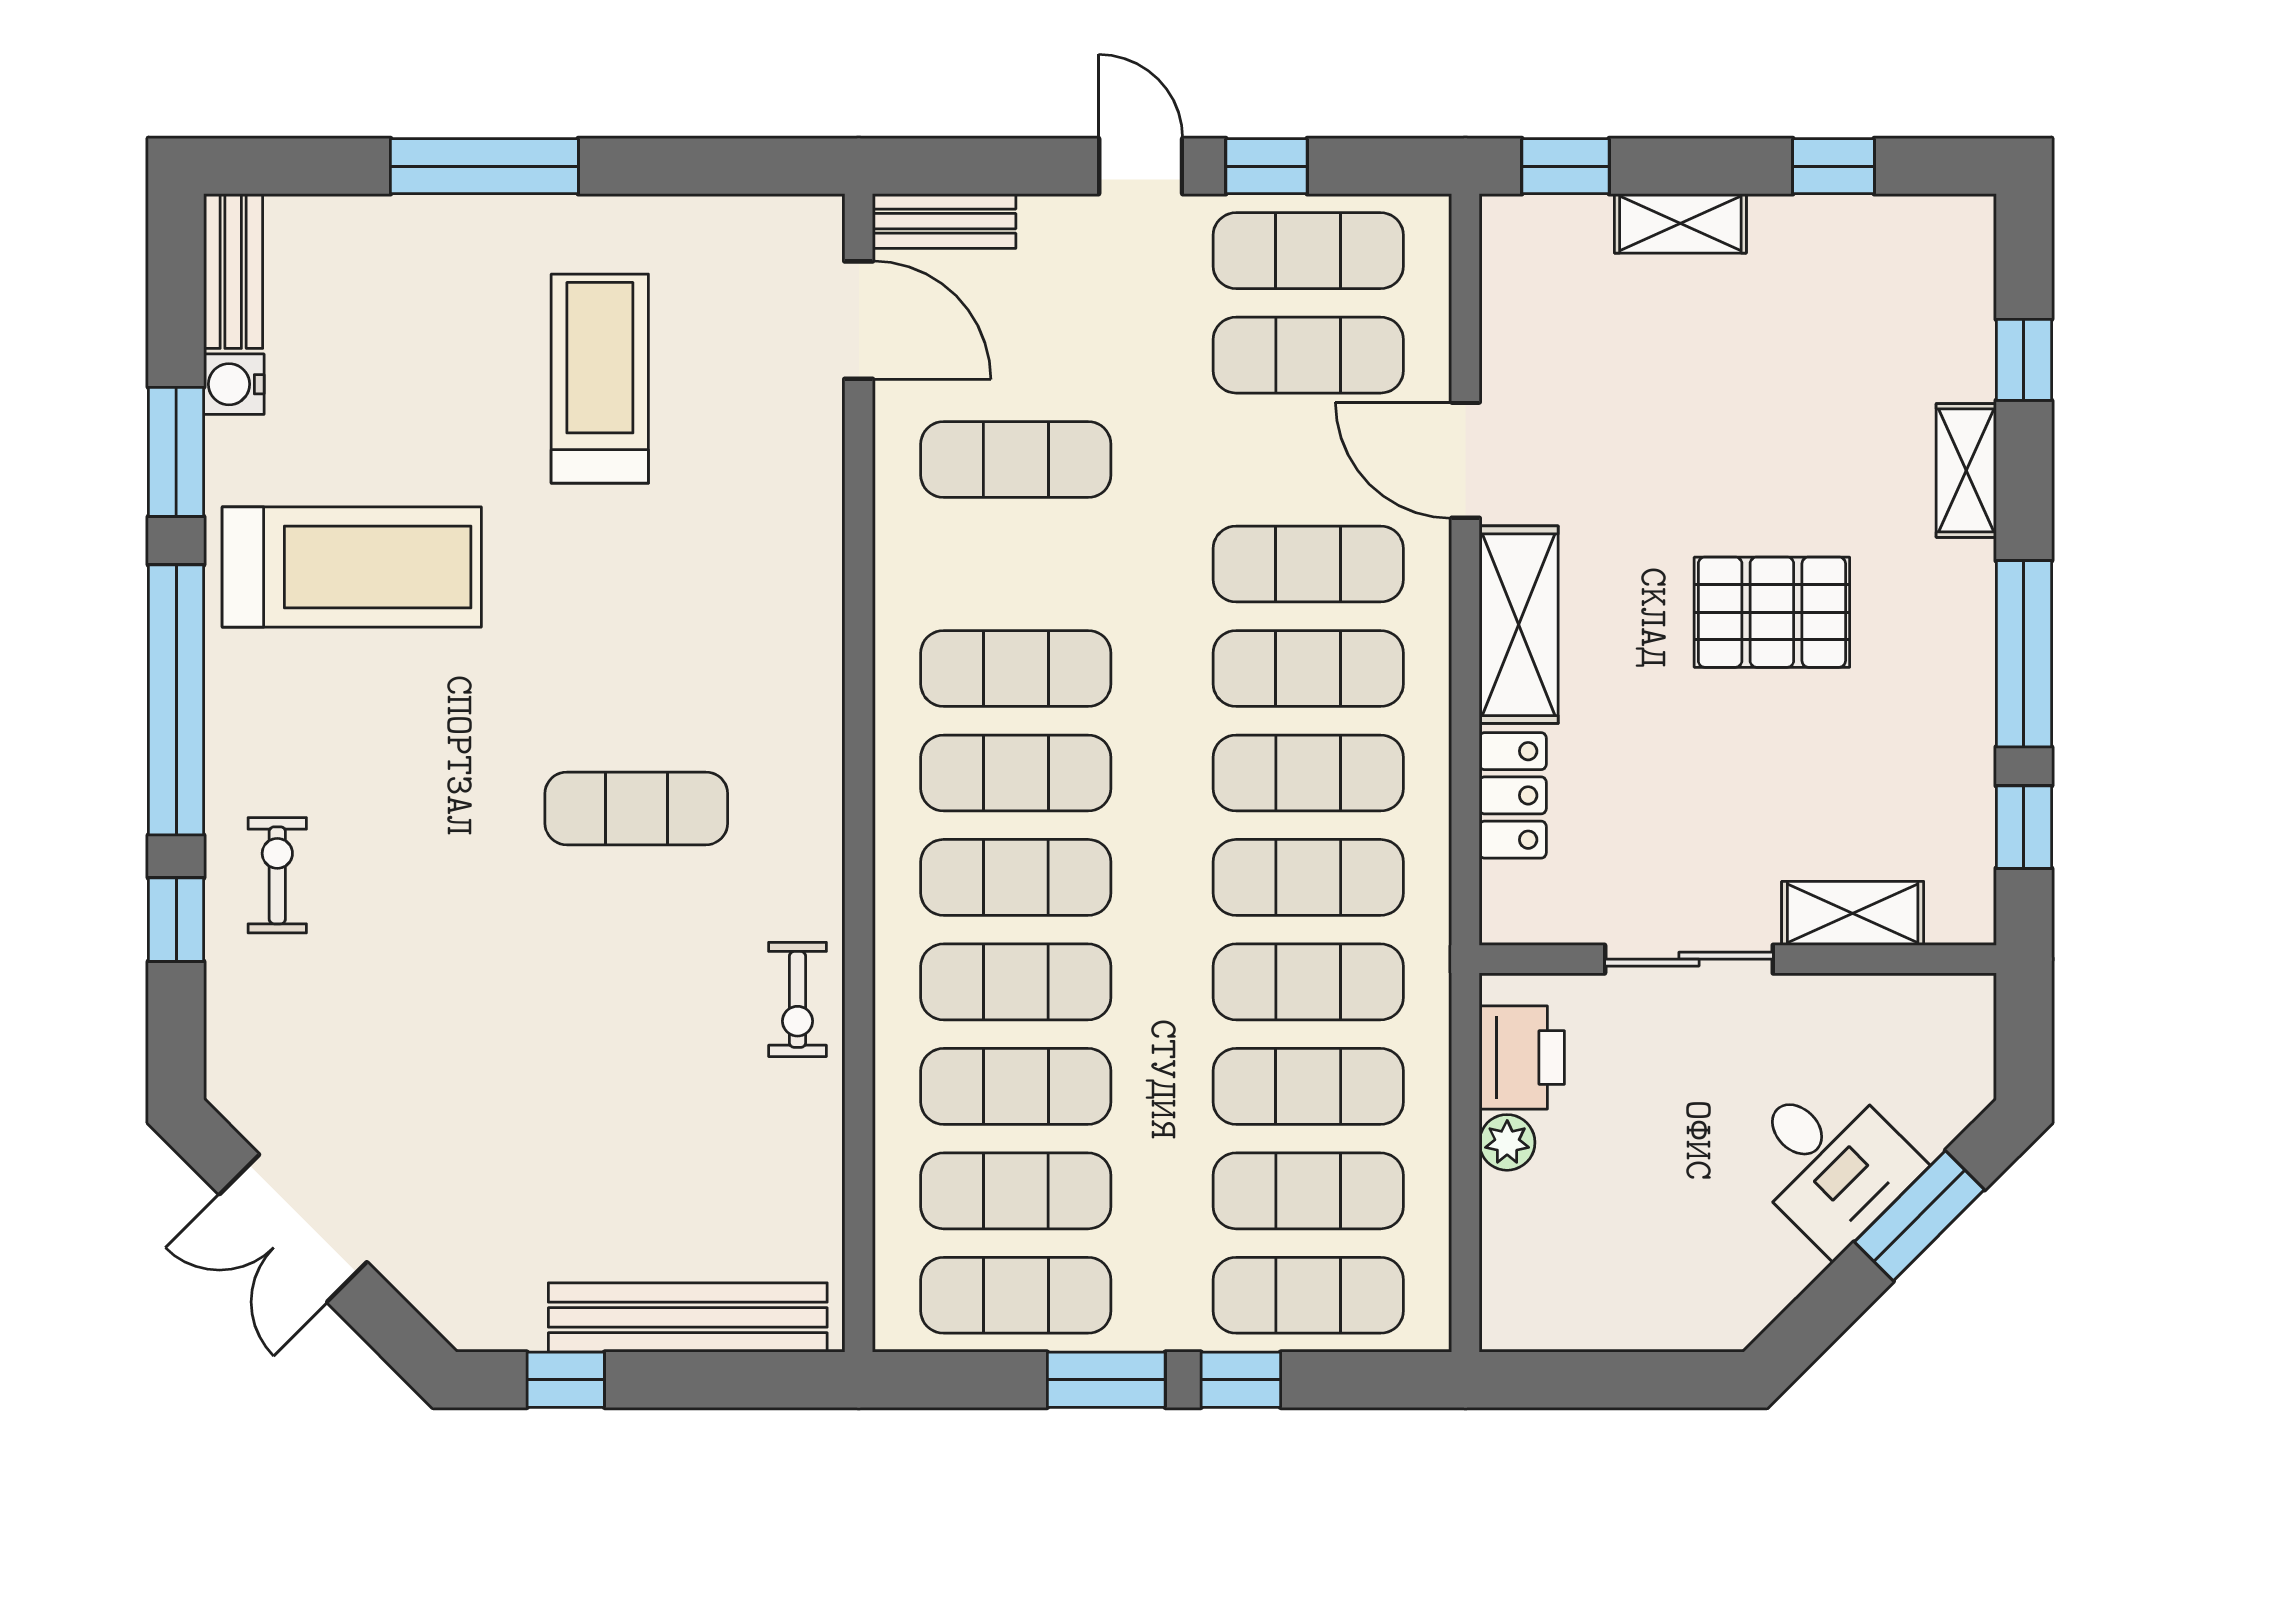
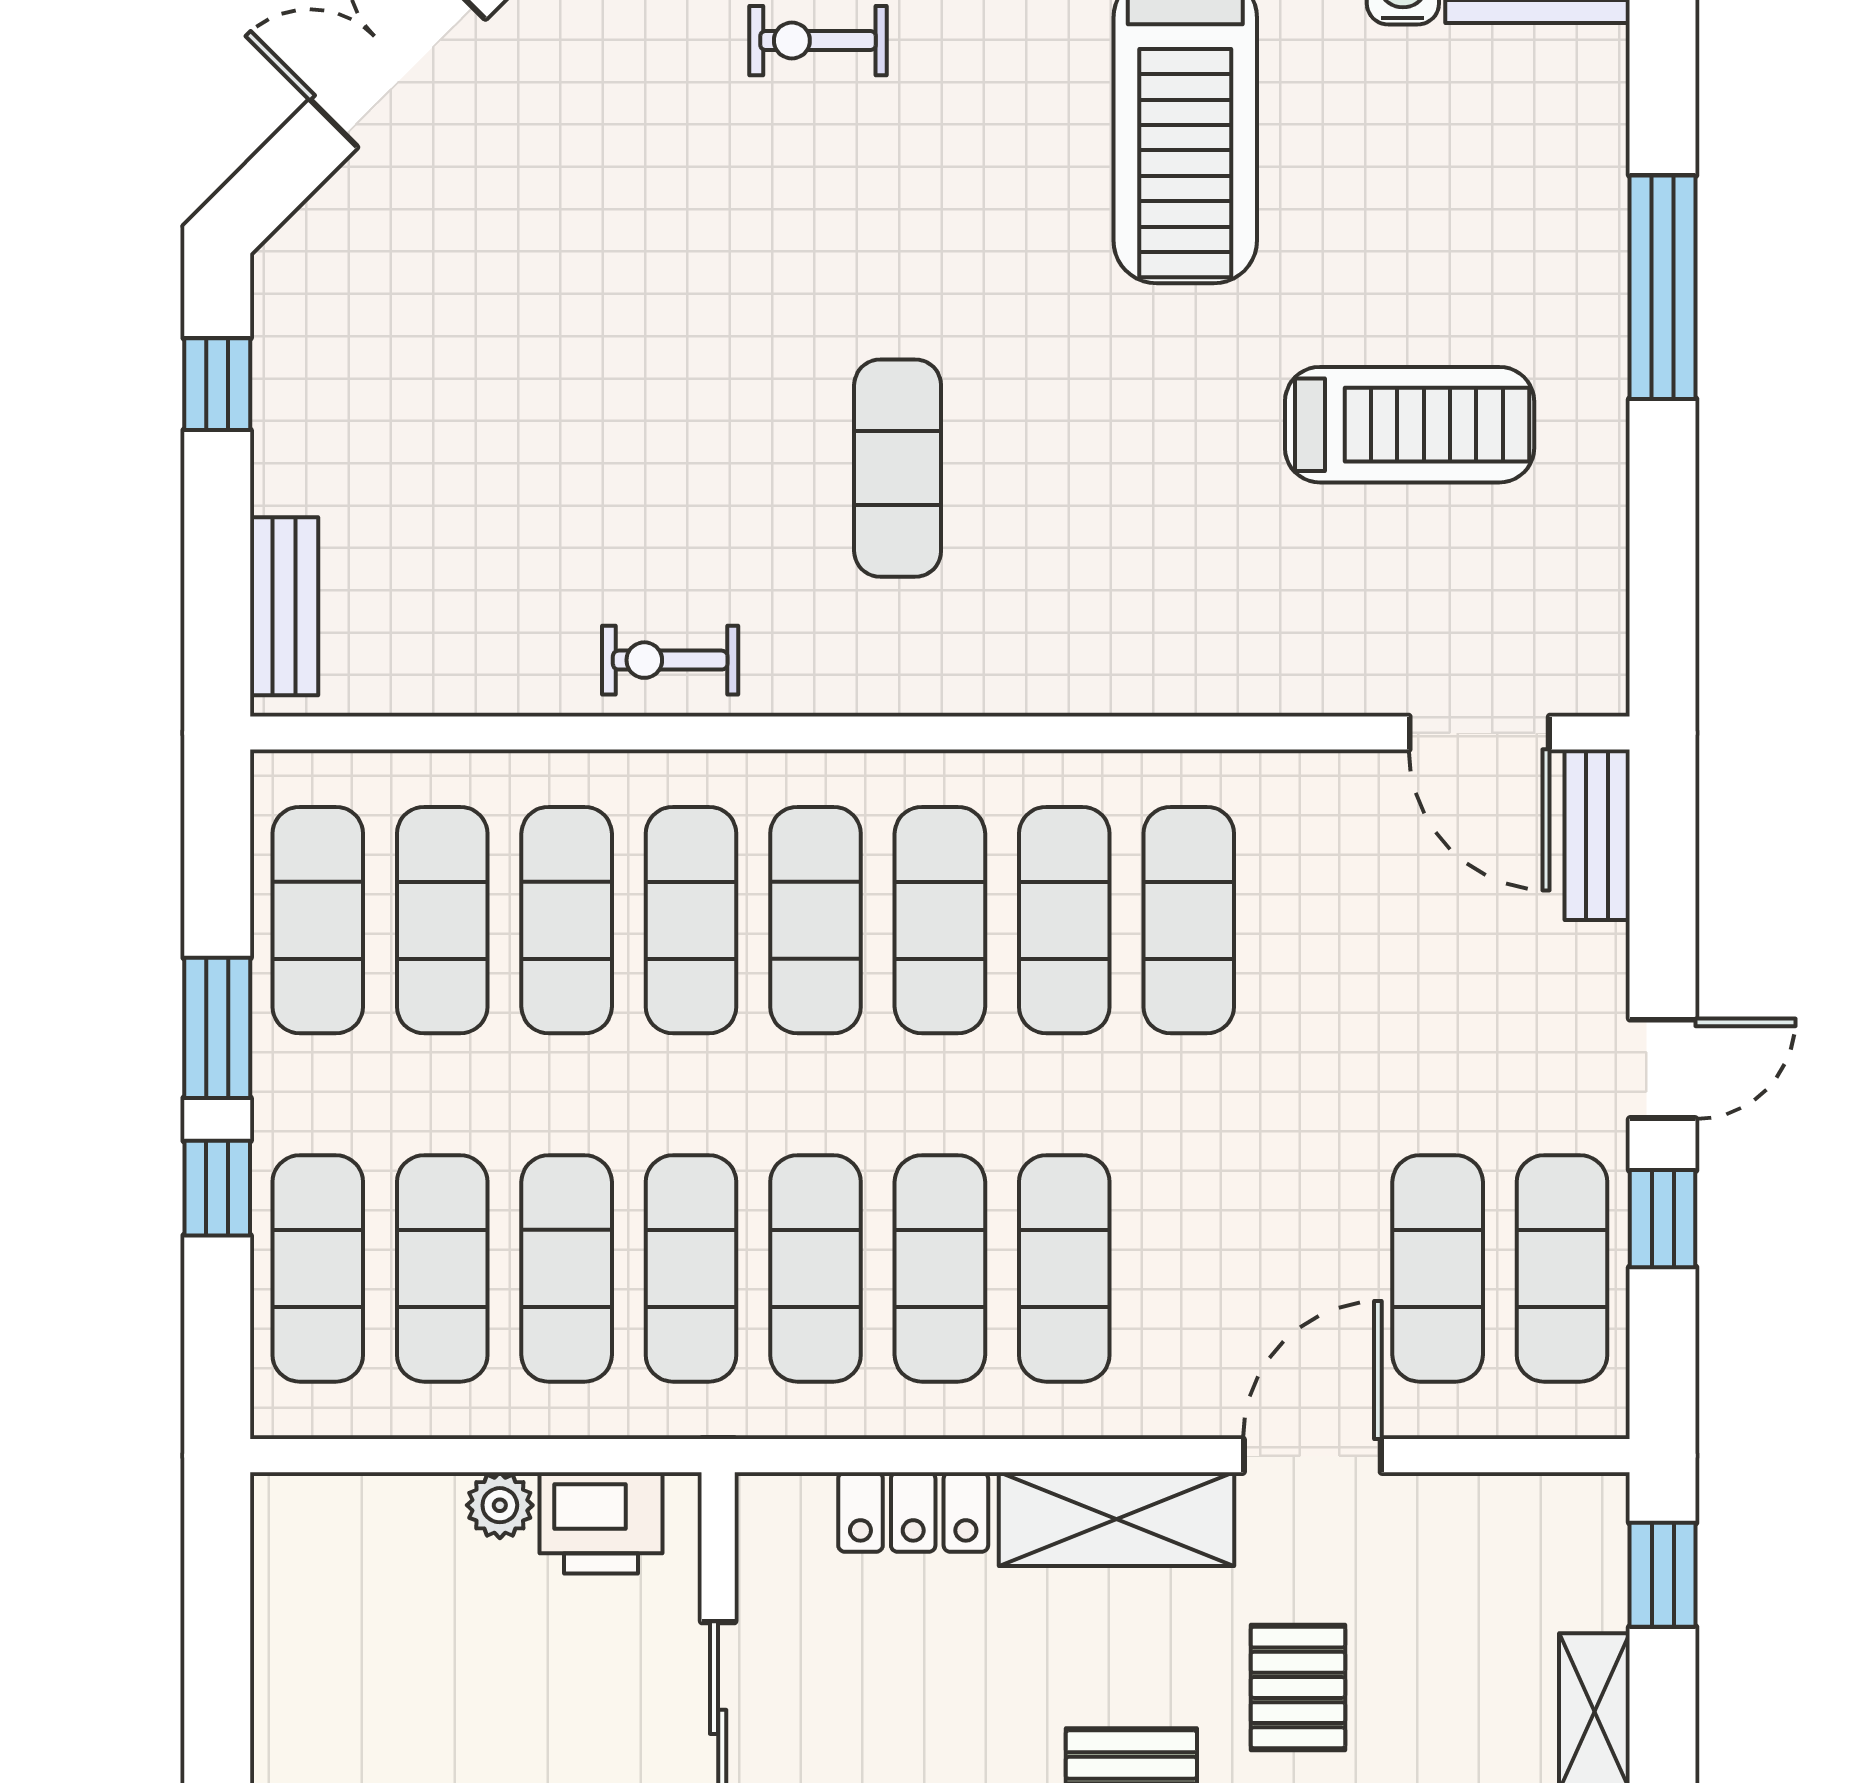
door: (859, 320) -> (1479, 733), hinge flipped
exercise mat: (1016, 460) -> (1189, 920), moved
pallet: (1660, 472) -> (1298, 1687), added
exercise mat: (1308, 564) -> (1189, 1268), removed
exercise bike: (277, 875) -> (818, 41), turned 180
bench: (688, 1317) -> (284, 606), width x0.54, depth x0.82

